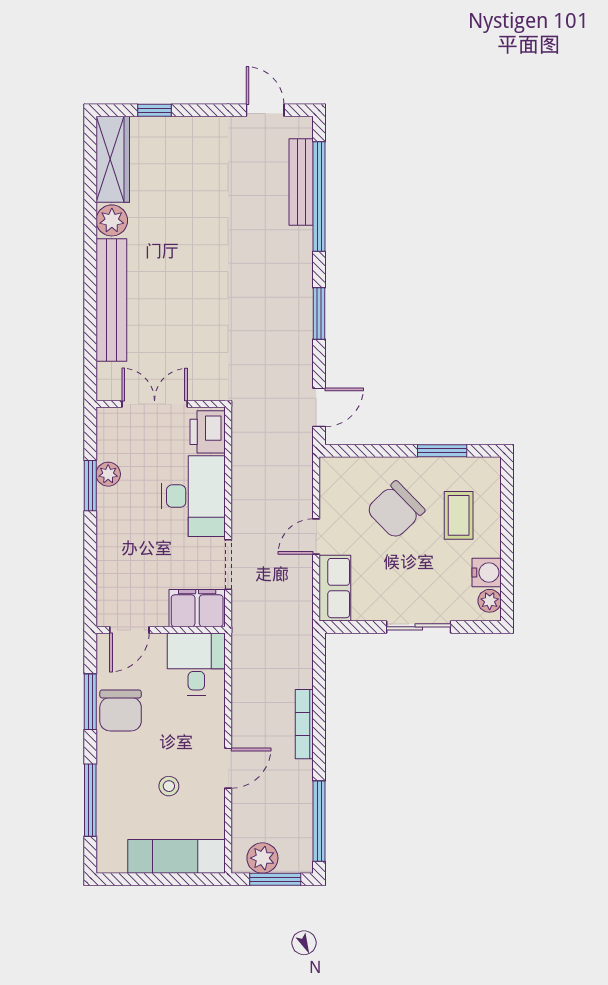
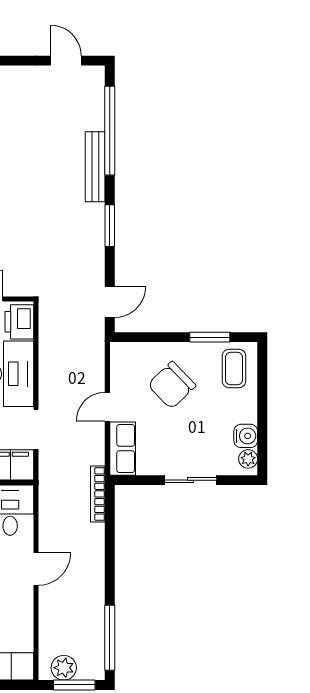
bench: (301, 182) -> (95, 167), moved
coffee table: (459, 515) -> (234, 369), moved
bookcase: (304, 724) -> (98, 494), moved
door: (228, 768) -> (36, 569), moved

